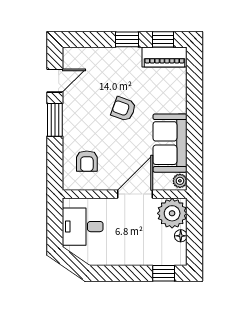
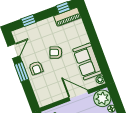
window: (127, 39) -> (28, 21), moved
armchair: (87, 161) -> (36, 68), moved
door: (135, 194) -> (79, 95), hinge flipped

